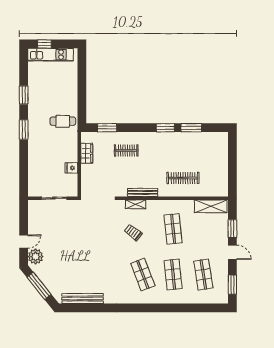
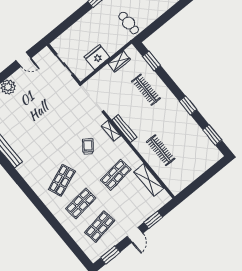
window: (191, 128) -> (212, 135), moved
clothes rail: (126, 151) -> (146, 90), width x1.36
fridge: (71, 168) -> (97, 57), width x1.88, depth x1.34
shelving: (211, 206) -> (149, 180), moved
door: (24, 241) -> (23, 59), moved

